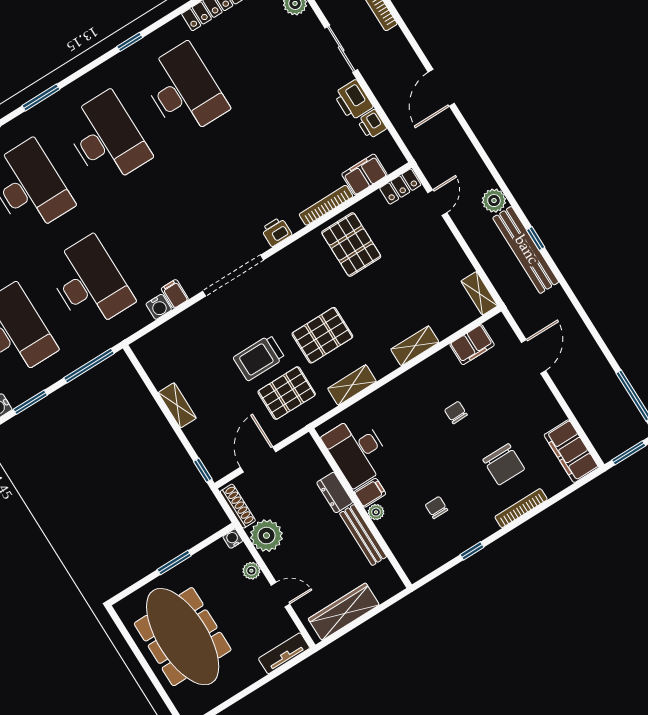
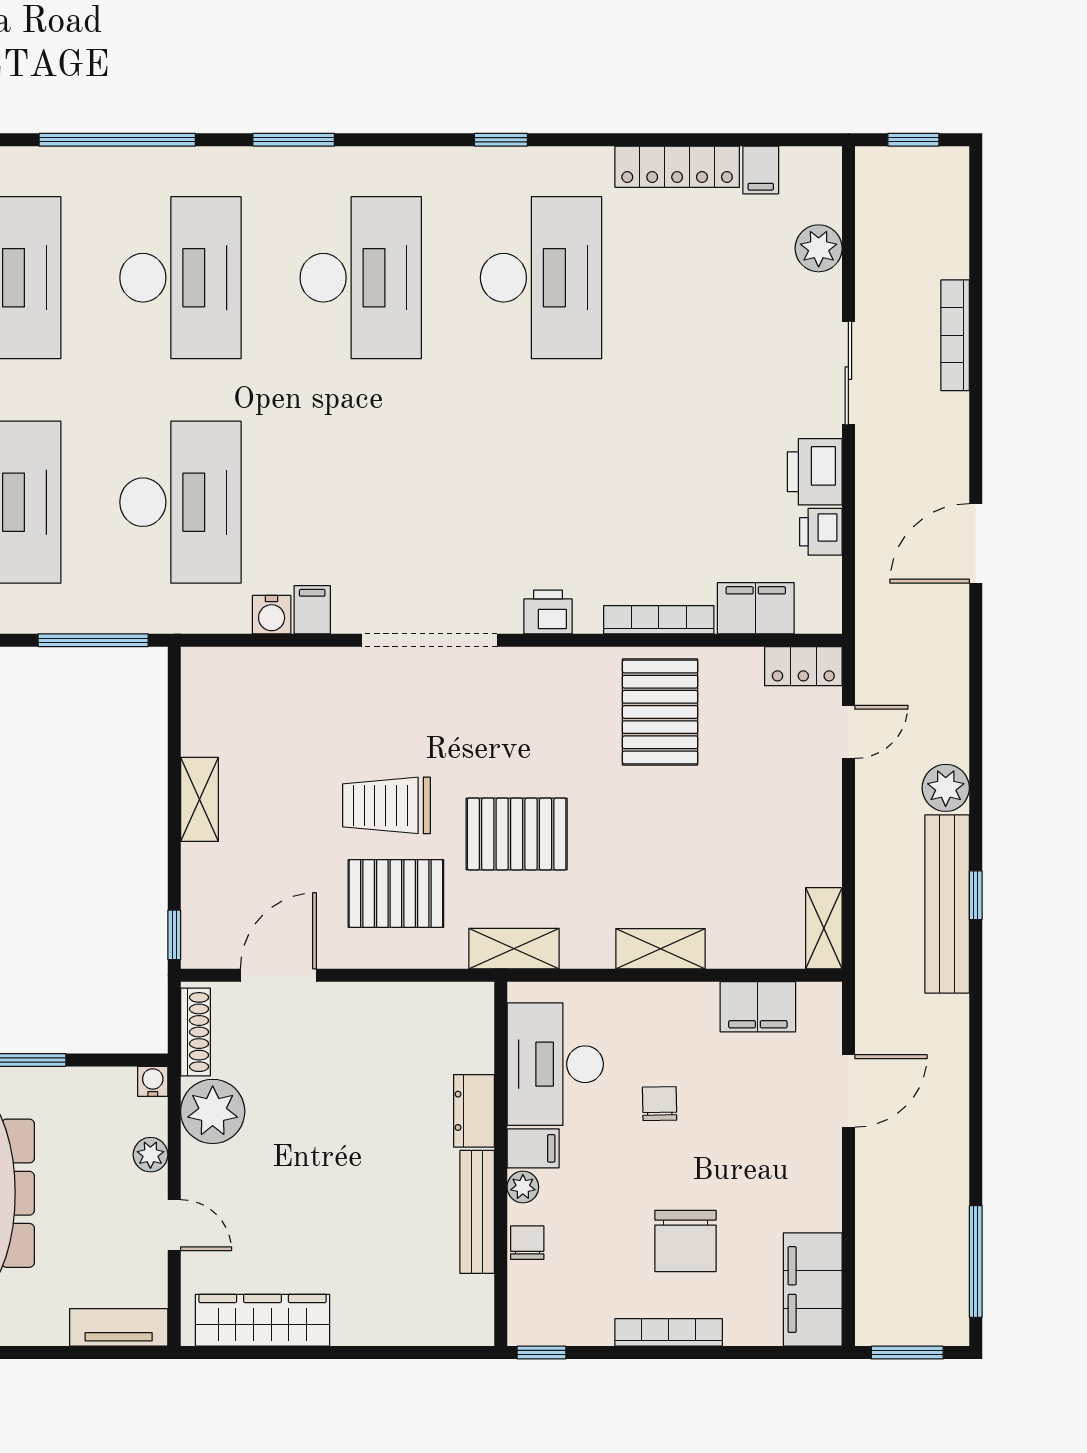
desk: (357, 451) -> (555, 1064), moved
dresser: (335, 493) -> (474, 1111), moved
filing cabinet: (370, 493) -> (533, 1148), moved
wall: (360, 508) -> (501, 1164), moved
plant: (376, 512) -> (523, 1187), moved
bench: (363, 535) -> (477, 1212), moved

